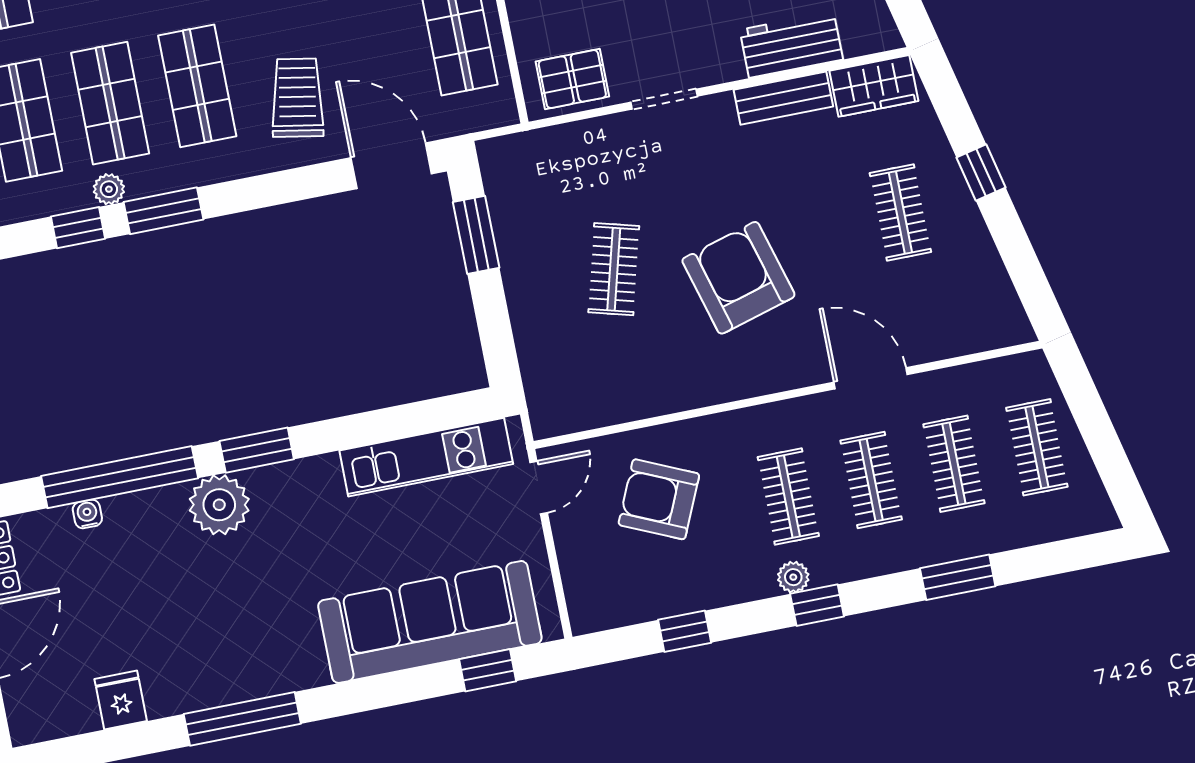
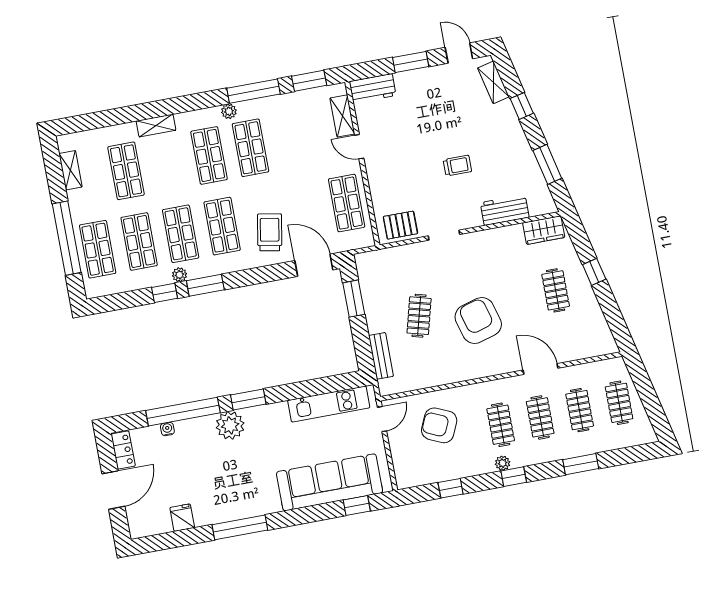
bench: (783, 98) -> (381, 356), moved, turned 90

